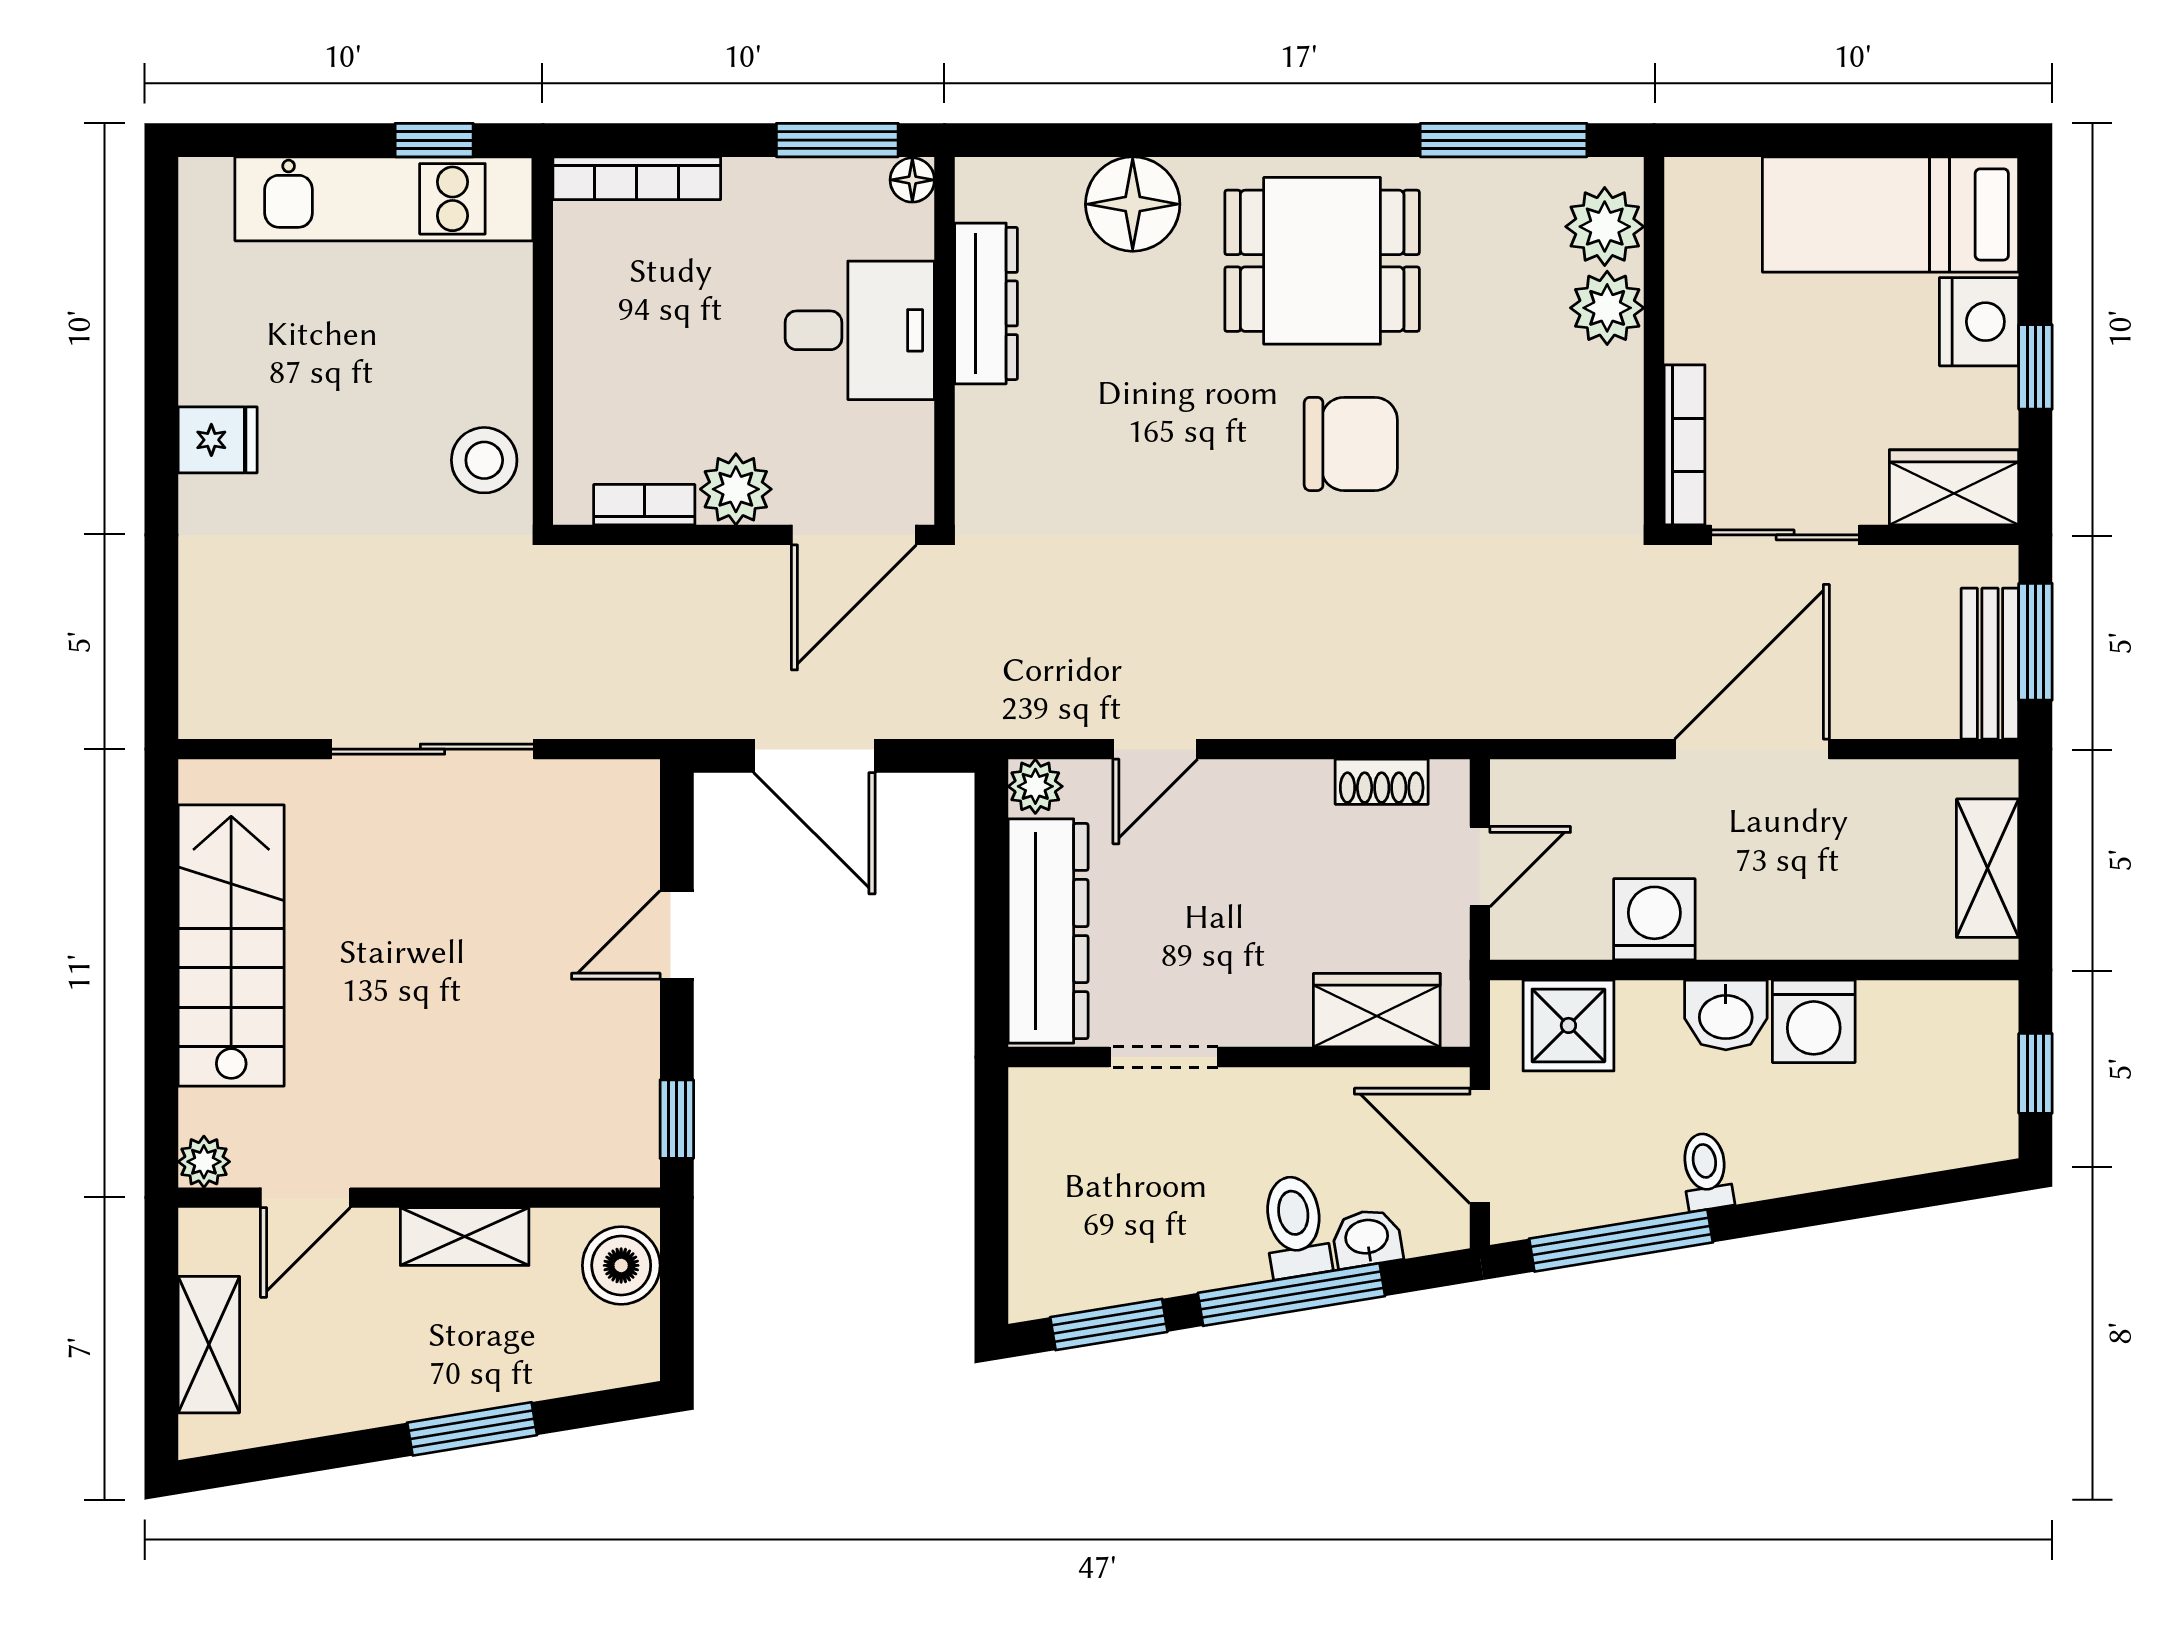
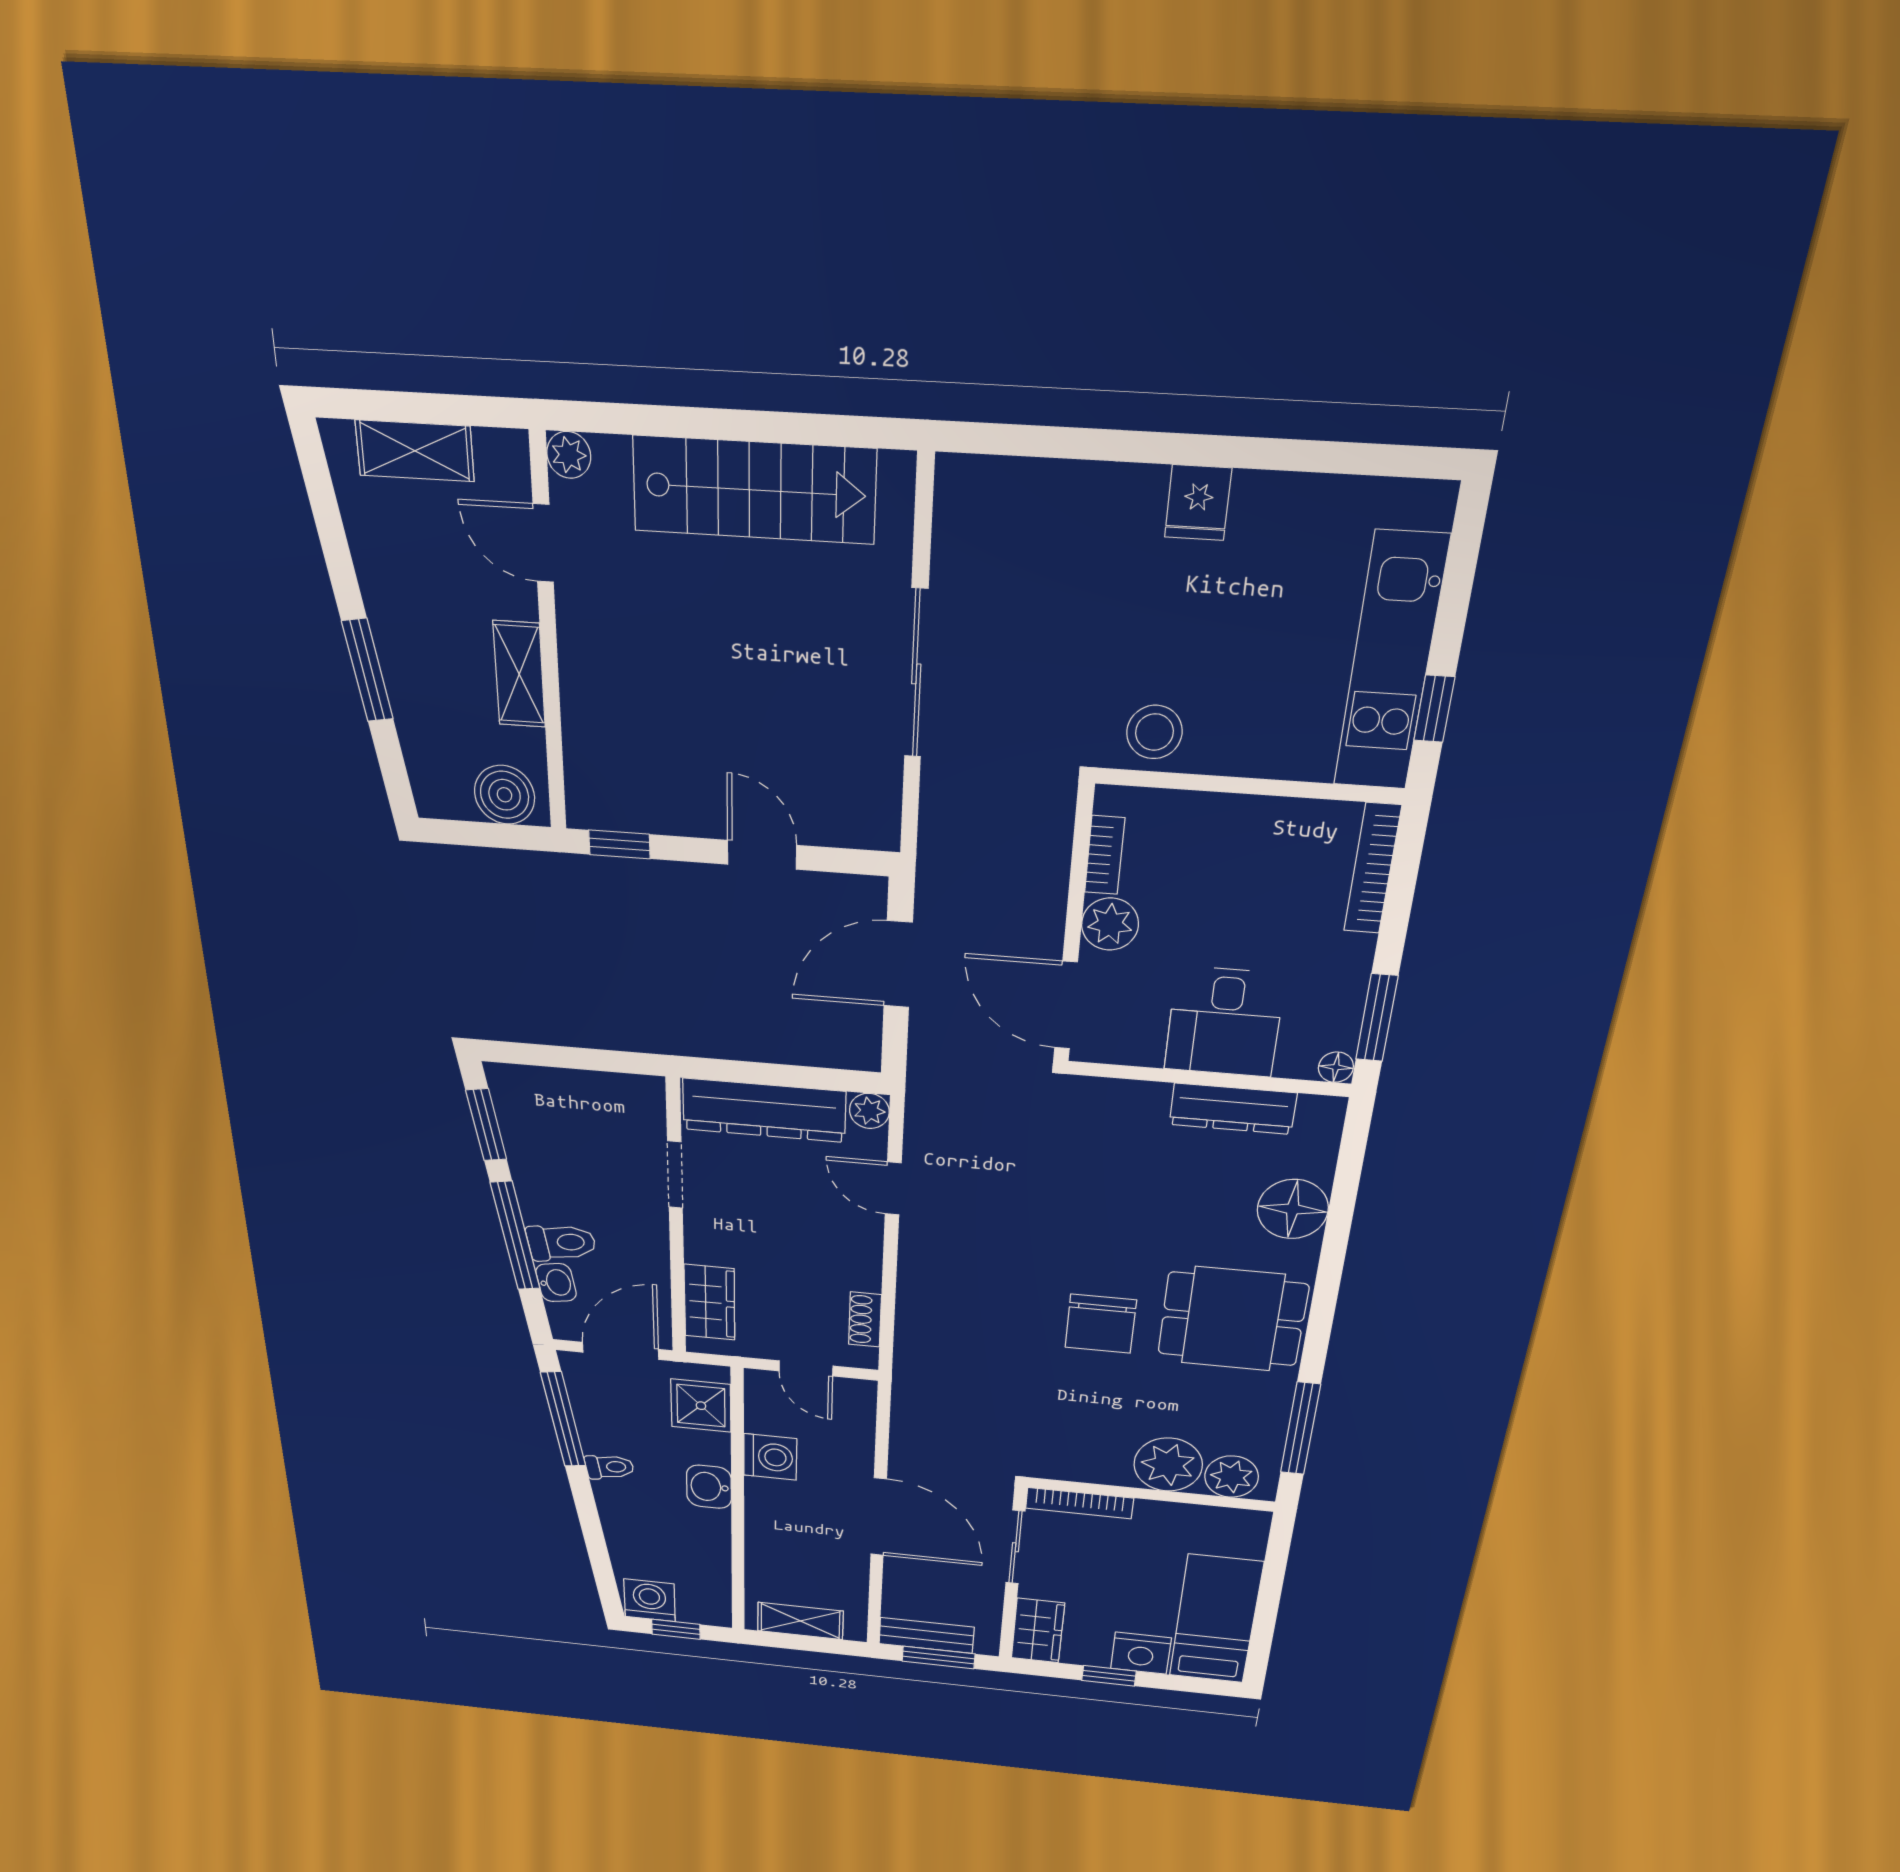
dining table: (1322, 261) -> (1233, 1319), turned 90
plant: (1607, 308) -> (1168, 1465), width x1.36, depth x1.36
washing machine: (1814, 1021) -> (650, 1600), moved, turned 90

